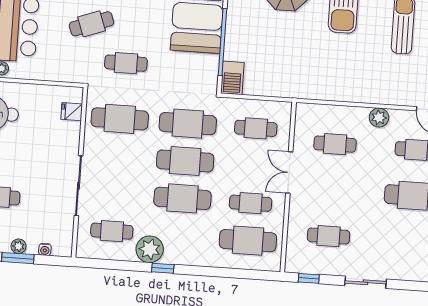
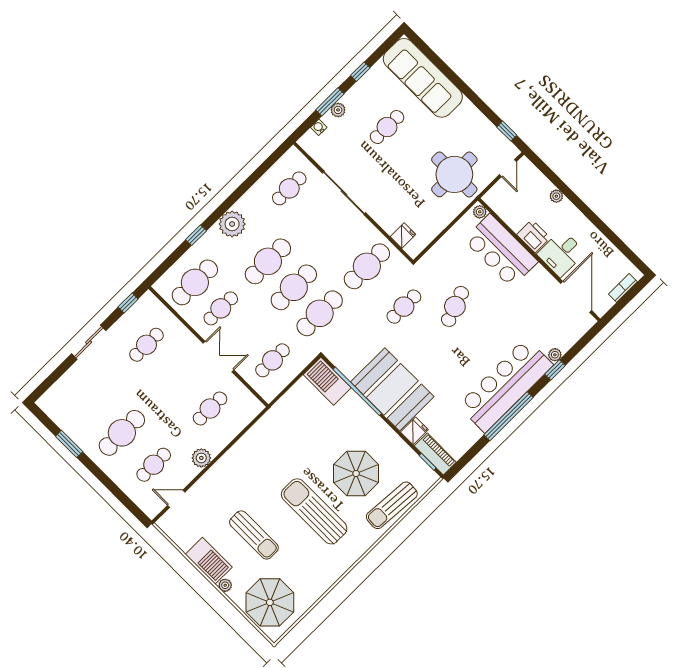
barbecue: (232, 78) -> (327, 381), width x1.37, depth x1.21
plant: (150, 249) -> (232, 224), moved
window: (163, 268) -> (196, 235), moved

